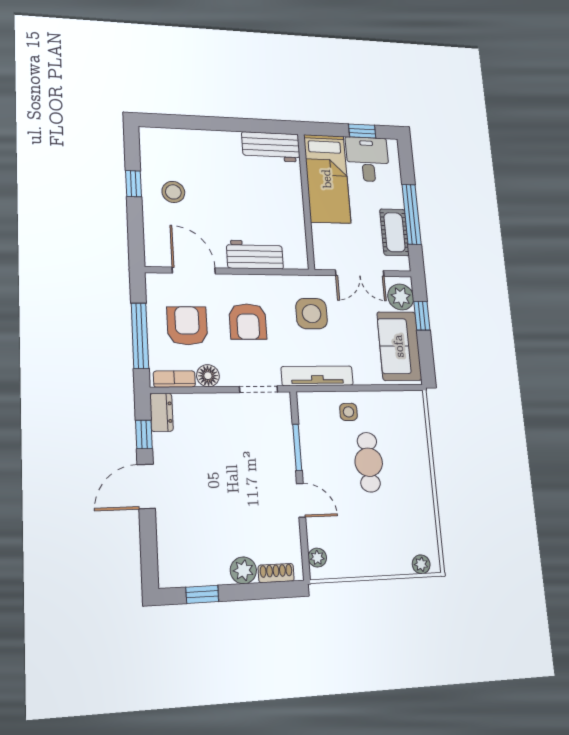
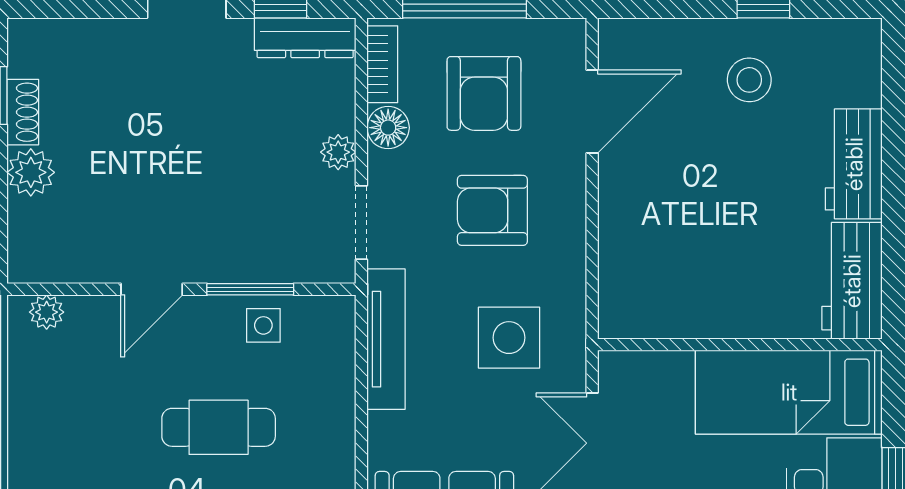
workbench: (255, 255) -> (854, 164), moved, turned 180
armchair: (187, 326) -> (484, 93), turned 90
plant: (222, 402) -> (338, 152), added
dresser: (162, 412) -> (305, 38), width x1.44
side table: (348, 412) -> (263, 325), moved
shoe rack: (276, 573) -> (23, 112), moved

